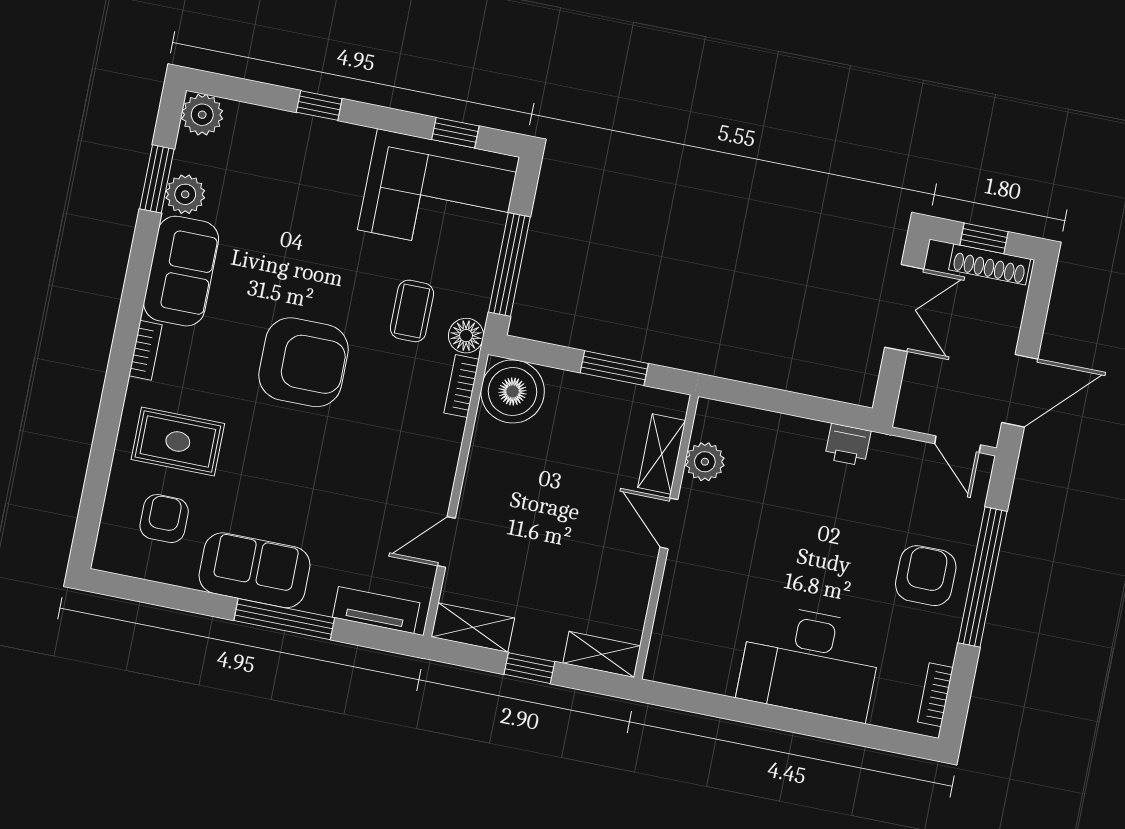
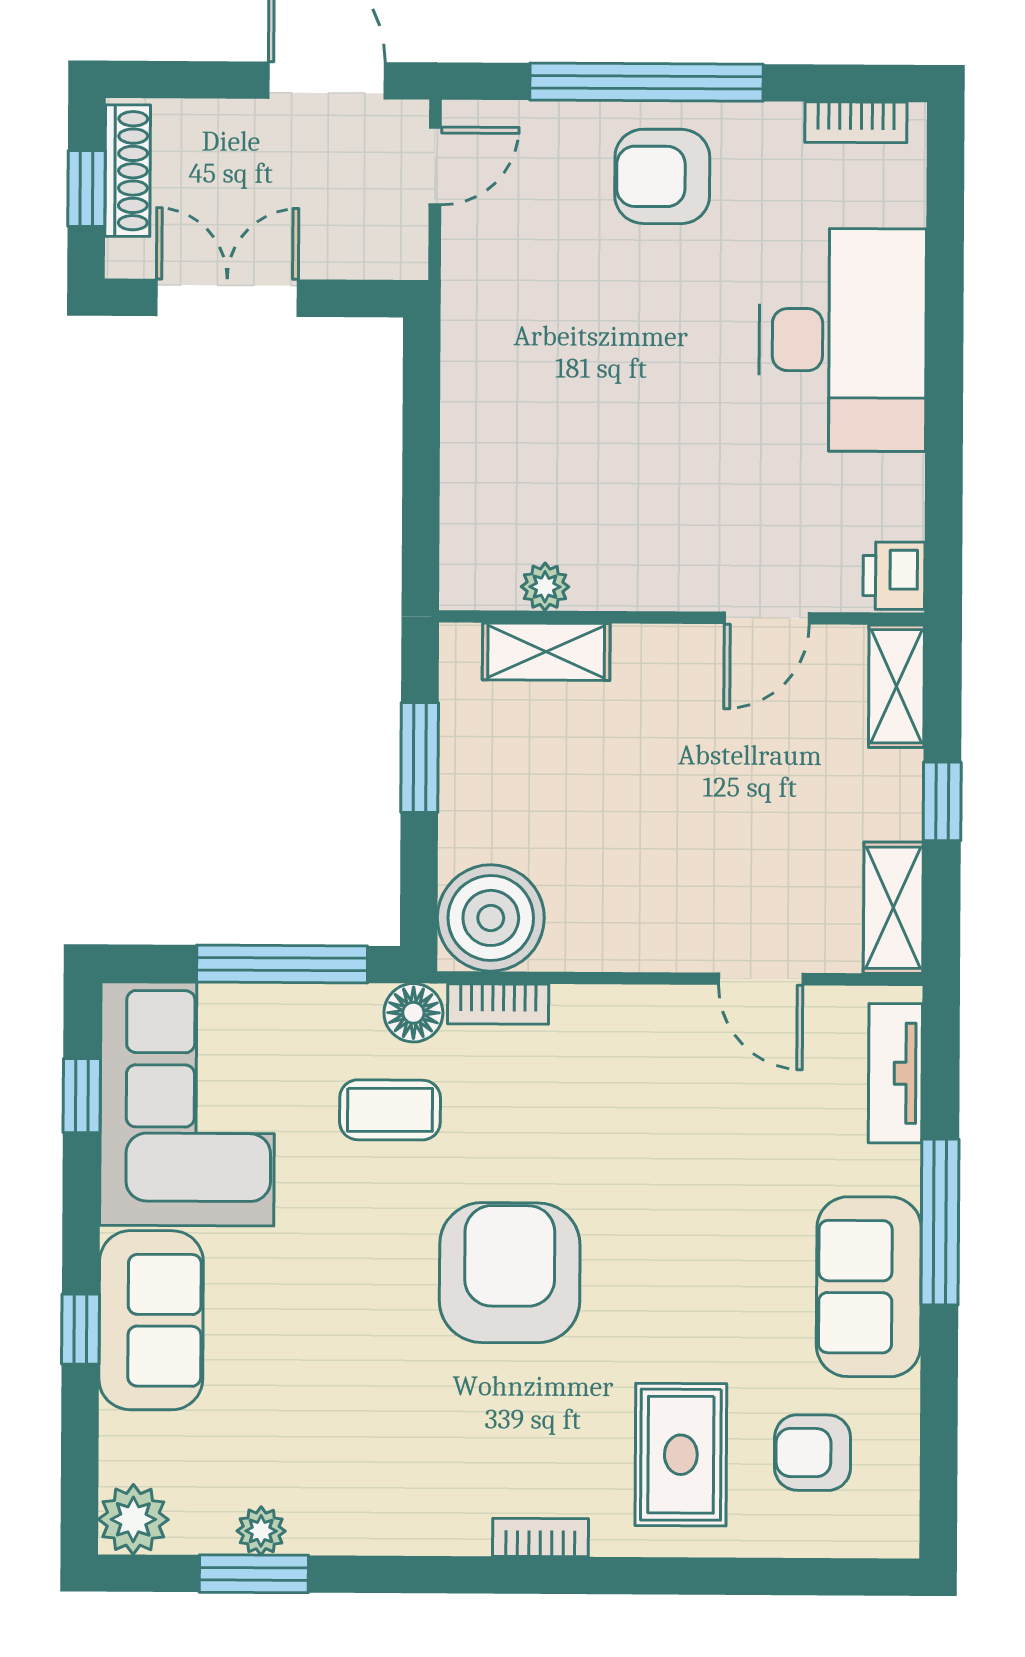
plant: (185, 194) -> (261, 1531), width x0.73, depth x0.73
sofa: (181, 271) -> (151, 1320), moved, turned 90
printer: (848, 445) -> (894, 576), moved, turned 180
plant: (705, 462) -> (545, 587), width x0.73, depth x0.73
door: (669, 523) -> (767, 618), moved

